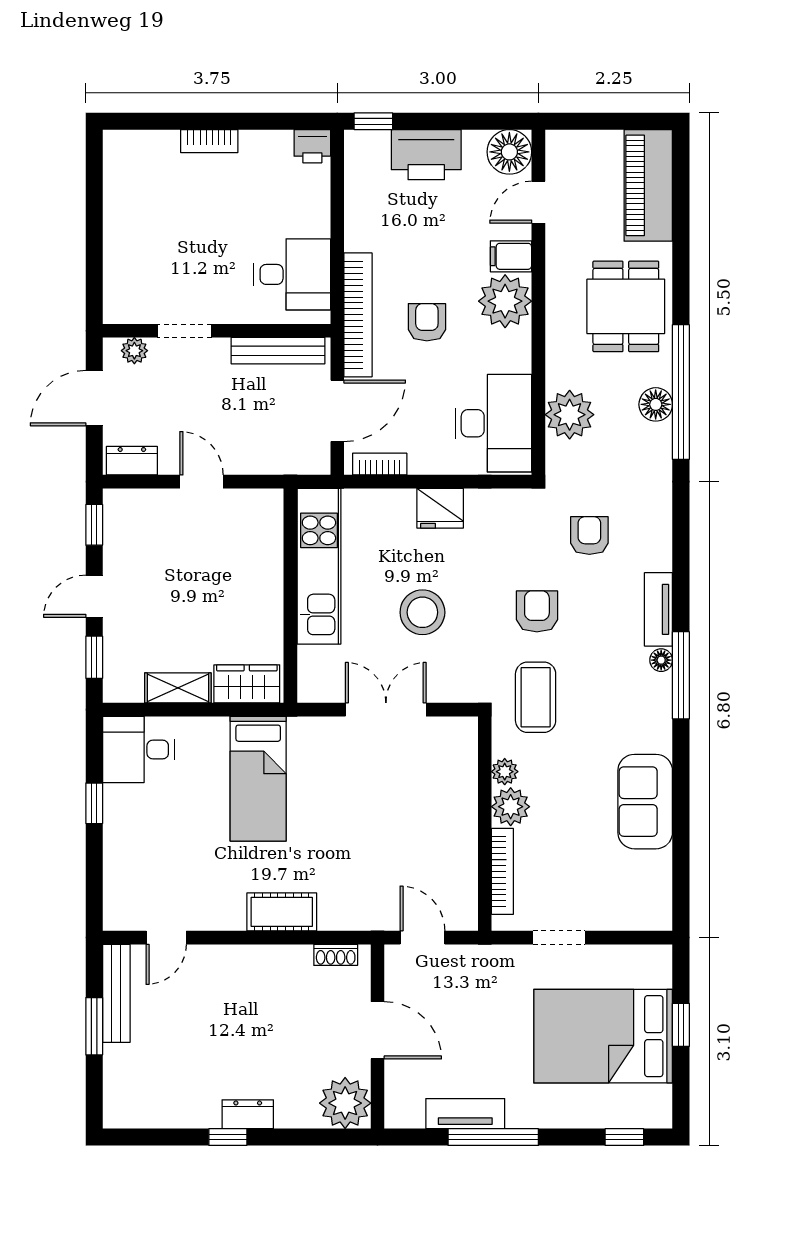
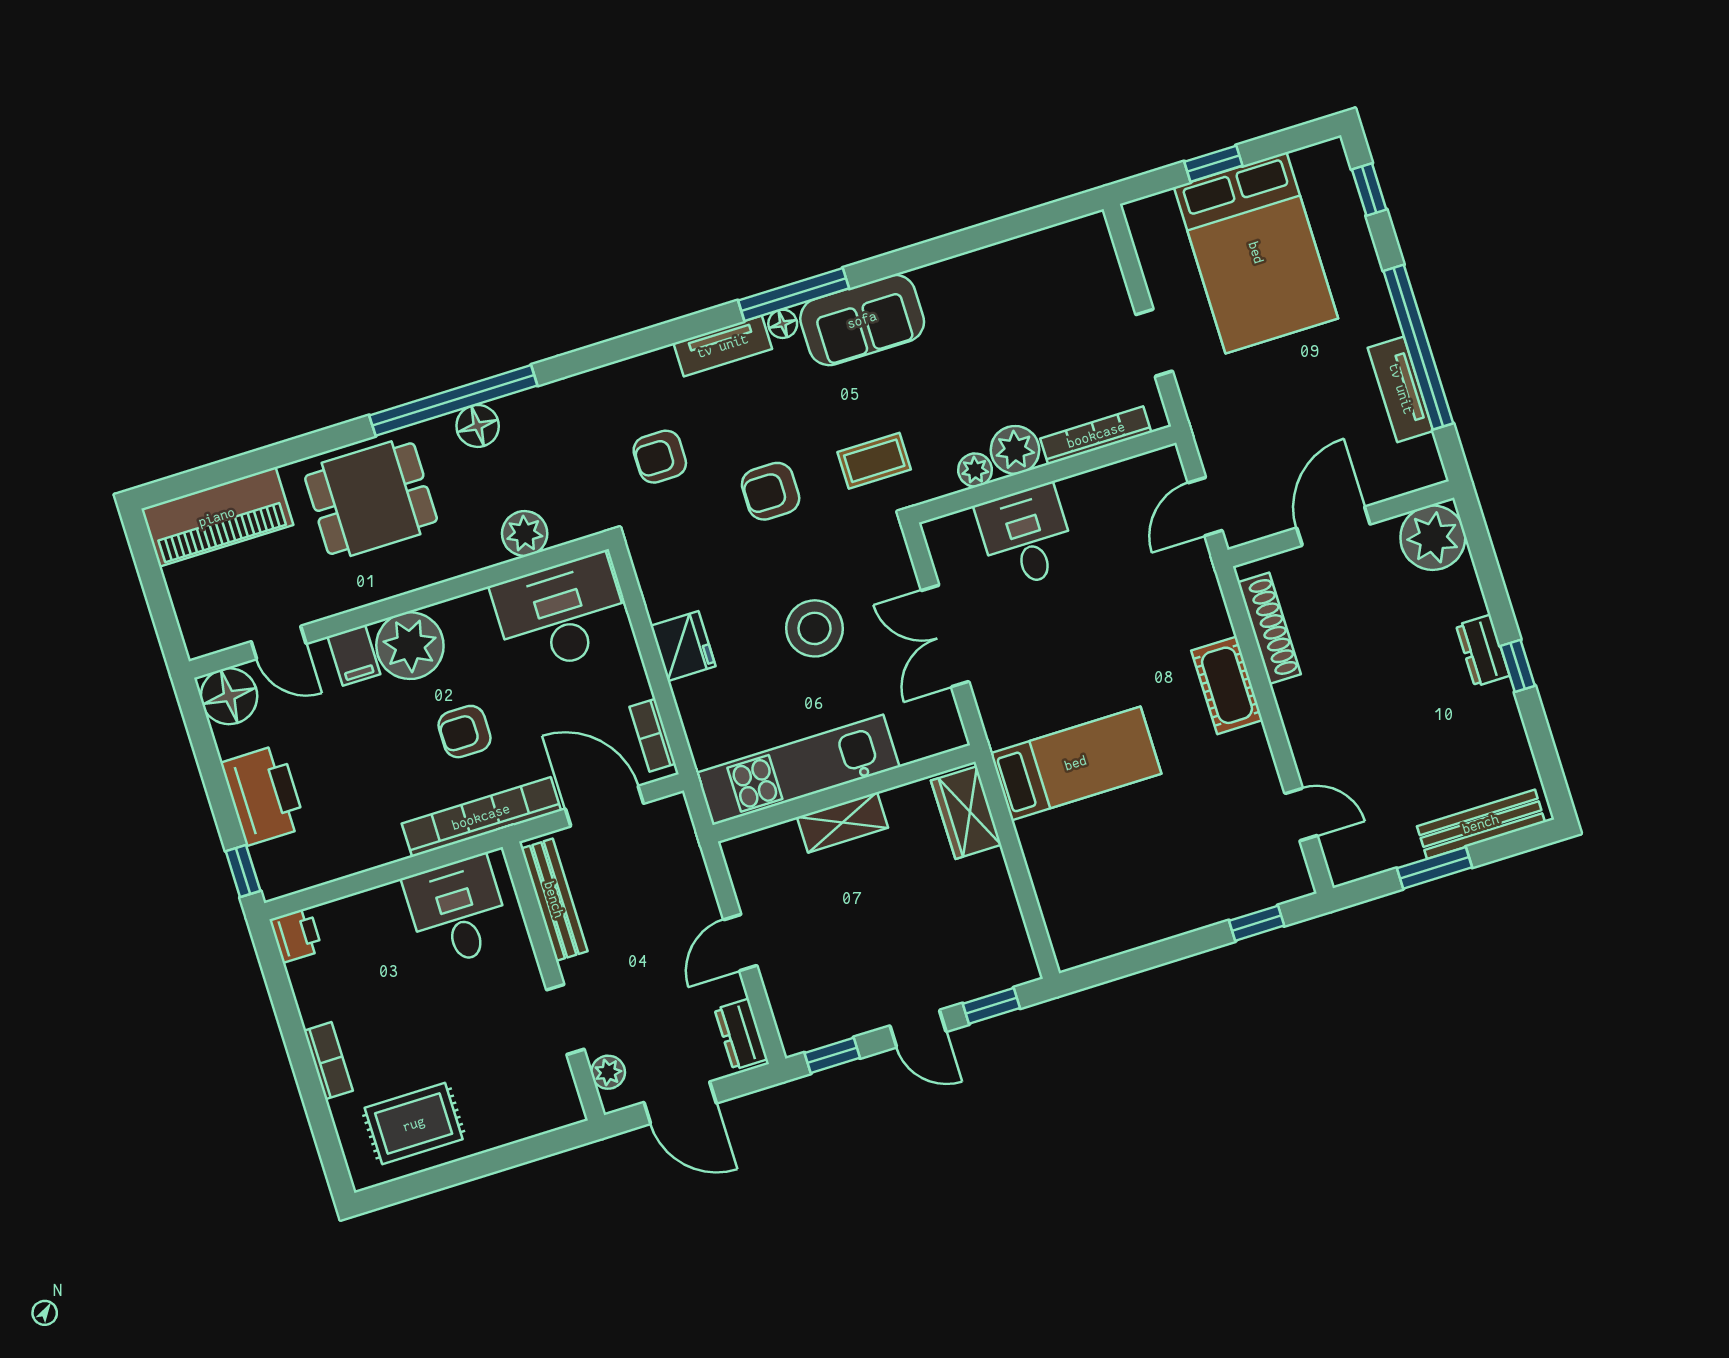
rug: (141, 191) -> (414, 1124), added
plant: (570, 415) -> (525, 533), width x0.73, depth x0.73
shelving: (178, 688) -> (842, 822), moved, turned 90
coffee table: (536, 697) -> (874, 461), width x0.73, depth x0.77
desk: (138, 750) -> (1026, 536), moved, turned 180
sofa: (645, 802) -> (862, 320), moved
window: (94, 803) -> (1257, 923), moved
shoe rack: (336, 955) -> (1269, 628), width x1.94, depth x1.24
bench: (116, 993) -> (1481, 824), moved
window: (493, 1137) -> (1418, 347), width x1.46

